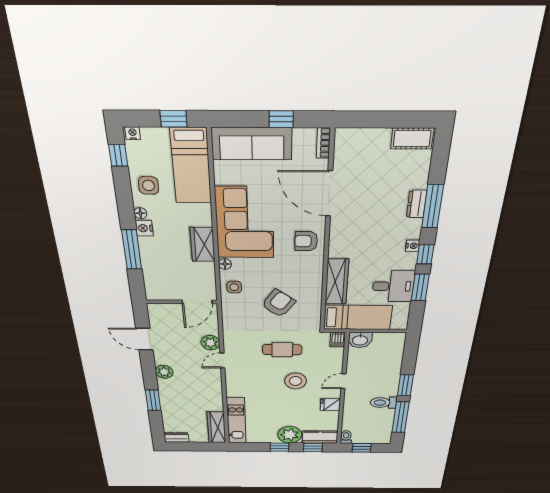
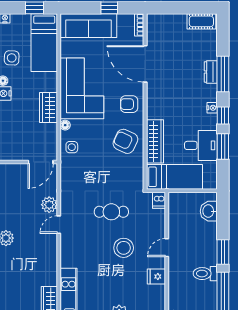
armchair: (278, 303) -> (125, 141), moved, turned -101
washbasin: (360, 340) -> (209, 211), moved, turned 90

